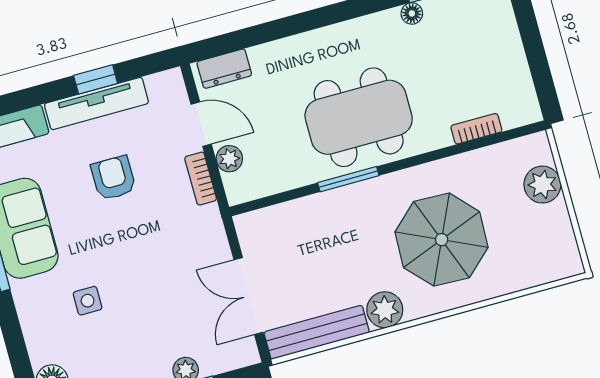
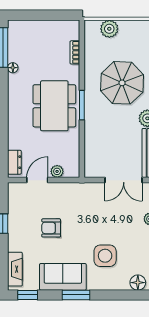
tv unit: (96, 103) -> (14, 226), removed
bookcase: (201, 179) -> (63, 187), removed
window: (348, 179) -> (82, 105), moved
side table: (88, 301) -> (105, 256), width x1.87, depth x1.87

